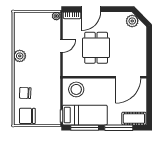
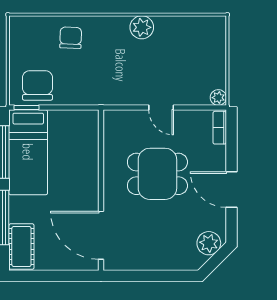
door: (91, 9) -> (231, 190), moved
stool: (76, 89) -> (77, 136), removed
chair: (27, 116) -> (37, 85), moved

